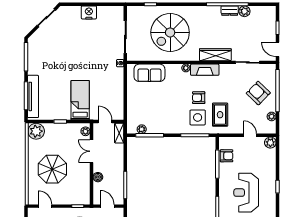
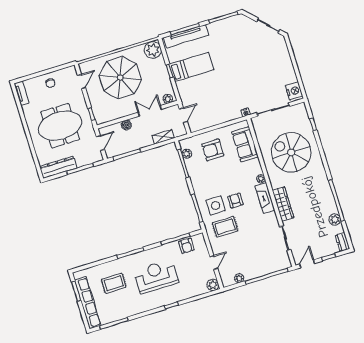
dresser: (230, 11) -> (342, 242), moved
nightstand: (89, 12) -> (294, 91), moved
armchair: (258, 93) -> (213, 150), moved, turned -134
bed: (80, 100) -> (192, 67), moved
shelving: (119, 133) -> (163, 137), moved
parasol: (52, 169) -> (120, 77), width x1.36, depth x1.36

